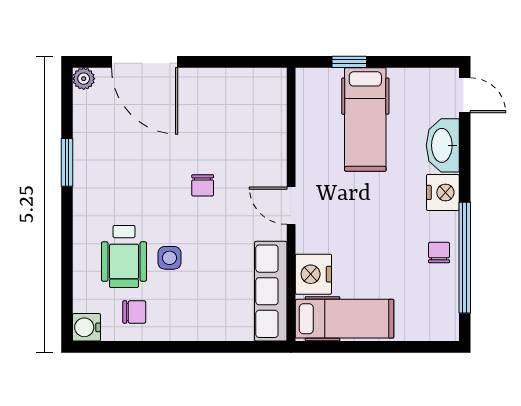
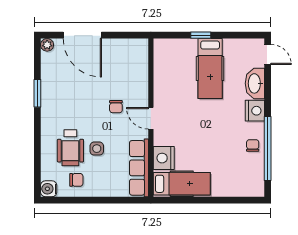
wall: (291, 204) -> (151, 118), moved
door: (291, 206) -> (151, 118), moved
nightstand: (313, 274) -> (164, 158), moved
row of seats: (271, 291) -> (139, 168), moved
hospital bed: (345, 319) -> (182, 184), moved

